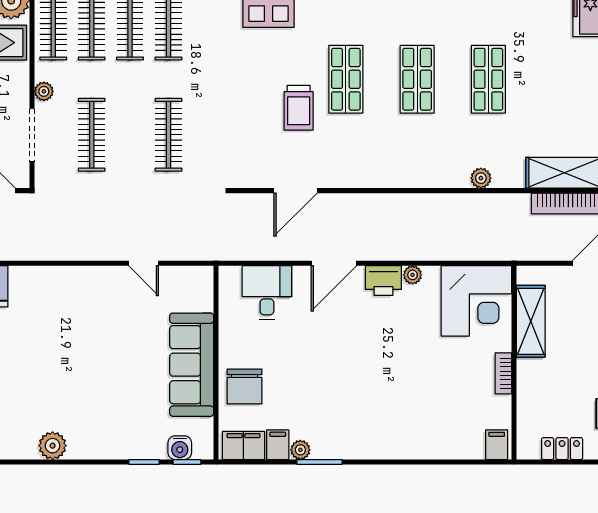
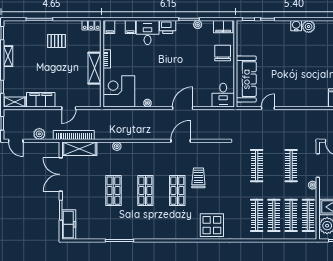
door: (296, 191) -> (181, 141), moved
door: (144, 263) -> (268, 108), hinge flipped
printer: (383, 281) -> (168, 27), moved, turned 180
desk: (267, 292) -> (223, 95), moved
shelving: (531, 321) -> (94, 68), moved
sofa: (192, 365) -> (246, 79), moved
desk: (412, 432) -> (148, 32), added
filing cabinet: (278, 445) -> (130, 27), moved
water cooler: (180, 448) -> (296, 26), moved
locker: (562, 449) -> (91, 25), moved

